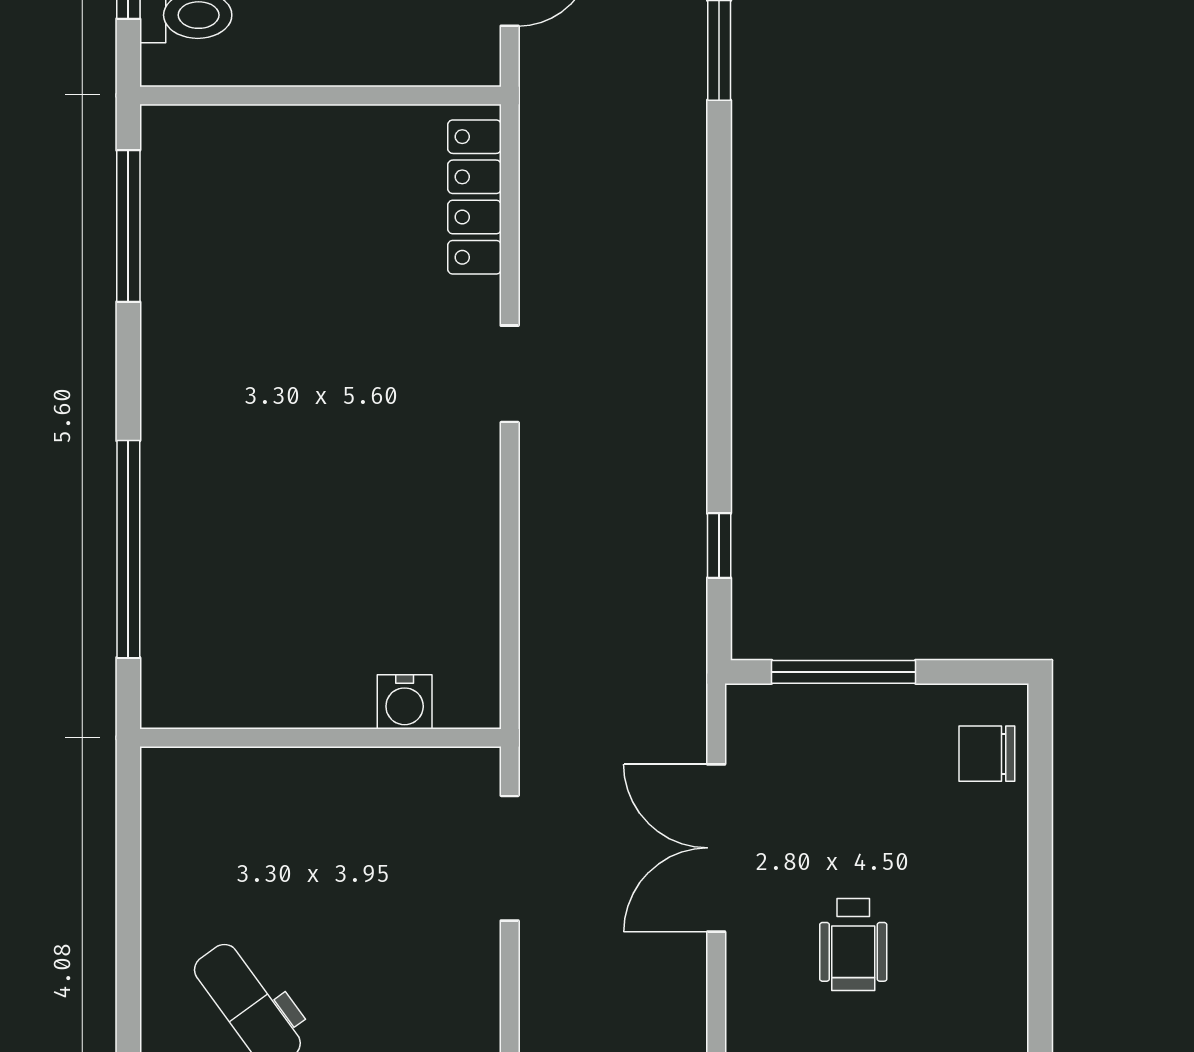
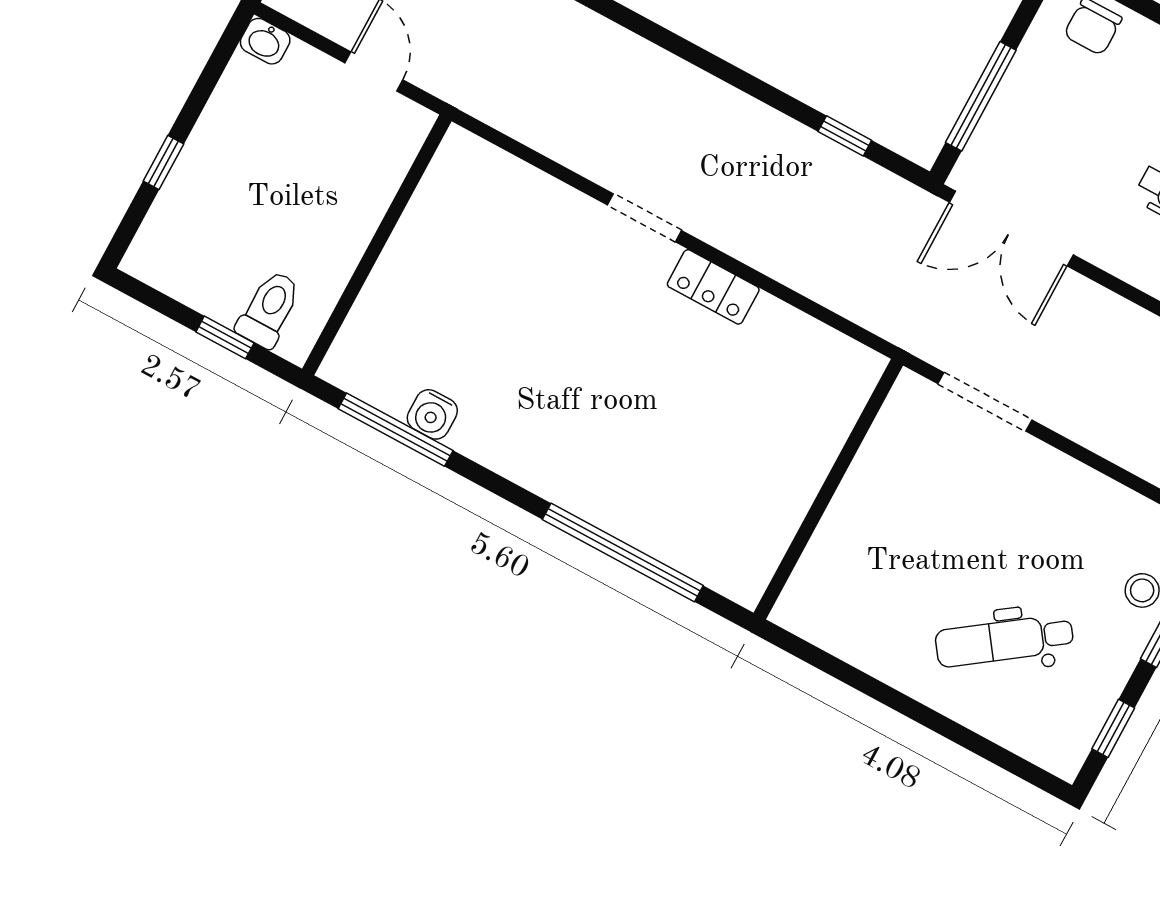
locker: (474, 197) -> (713, 287), moved, width x0.66
water cooler: (405, 702) -> (432, 414), moved, turned 90
double door: (716, 848) -> (1011, 229), moved

